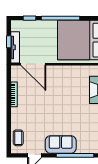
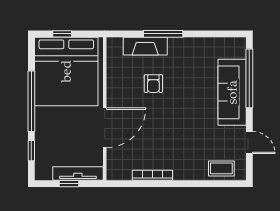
door: (33, 64) -> (105, 128), moved
armchair: (72, 95) -> (153, 84), added
sofa: (61, 145) -> (232, 92), width x1.36

